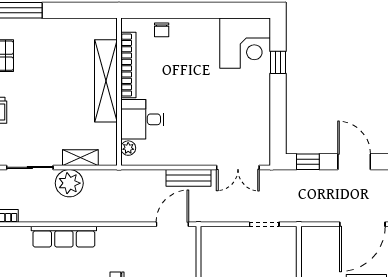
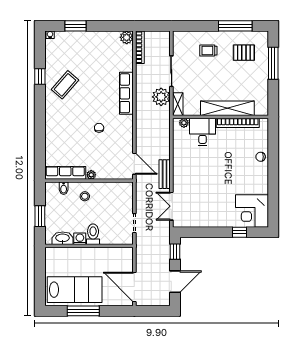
bookcase: (128, 65) -> (238, 123), moved
shelving: (106, 81) -> (227, 108), moved
wall: (119, 92) -> (220, 117), moved
desk: (142, 119) -> (203, 132), moved
plant: (128, 148) -> (184, 123), moved

